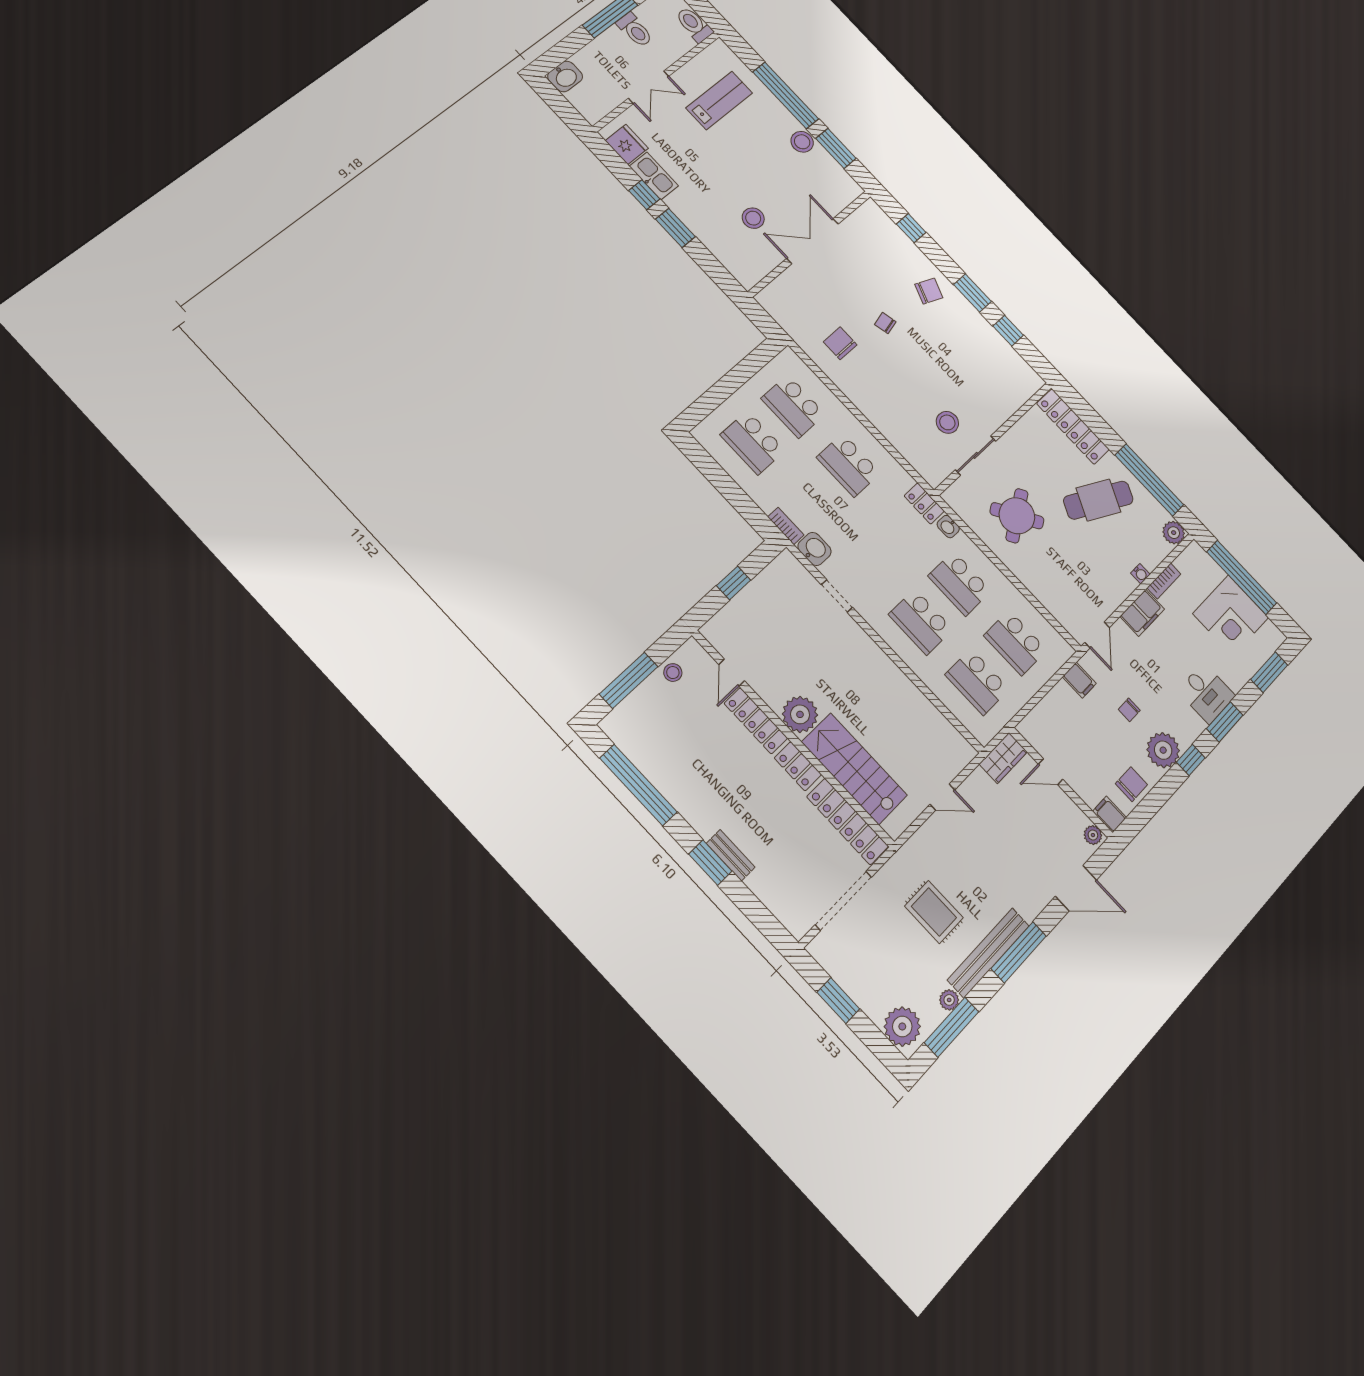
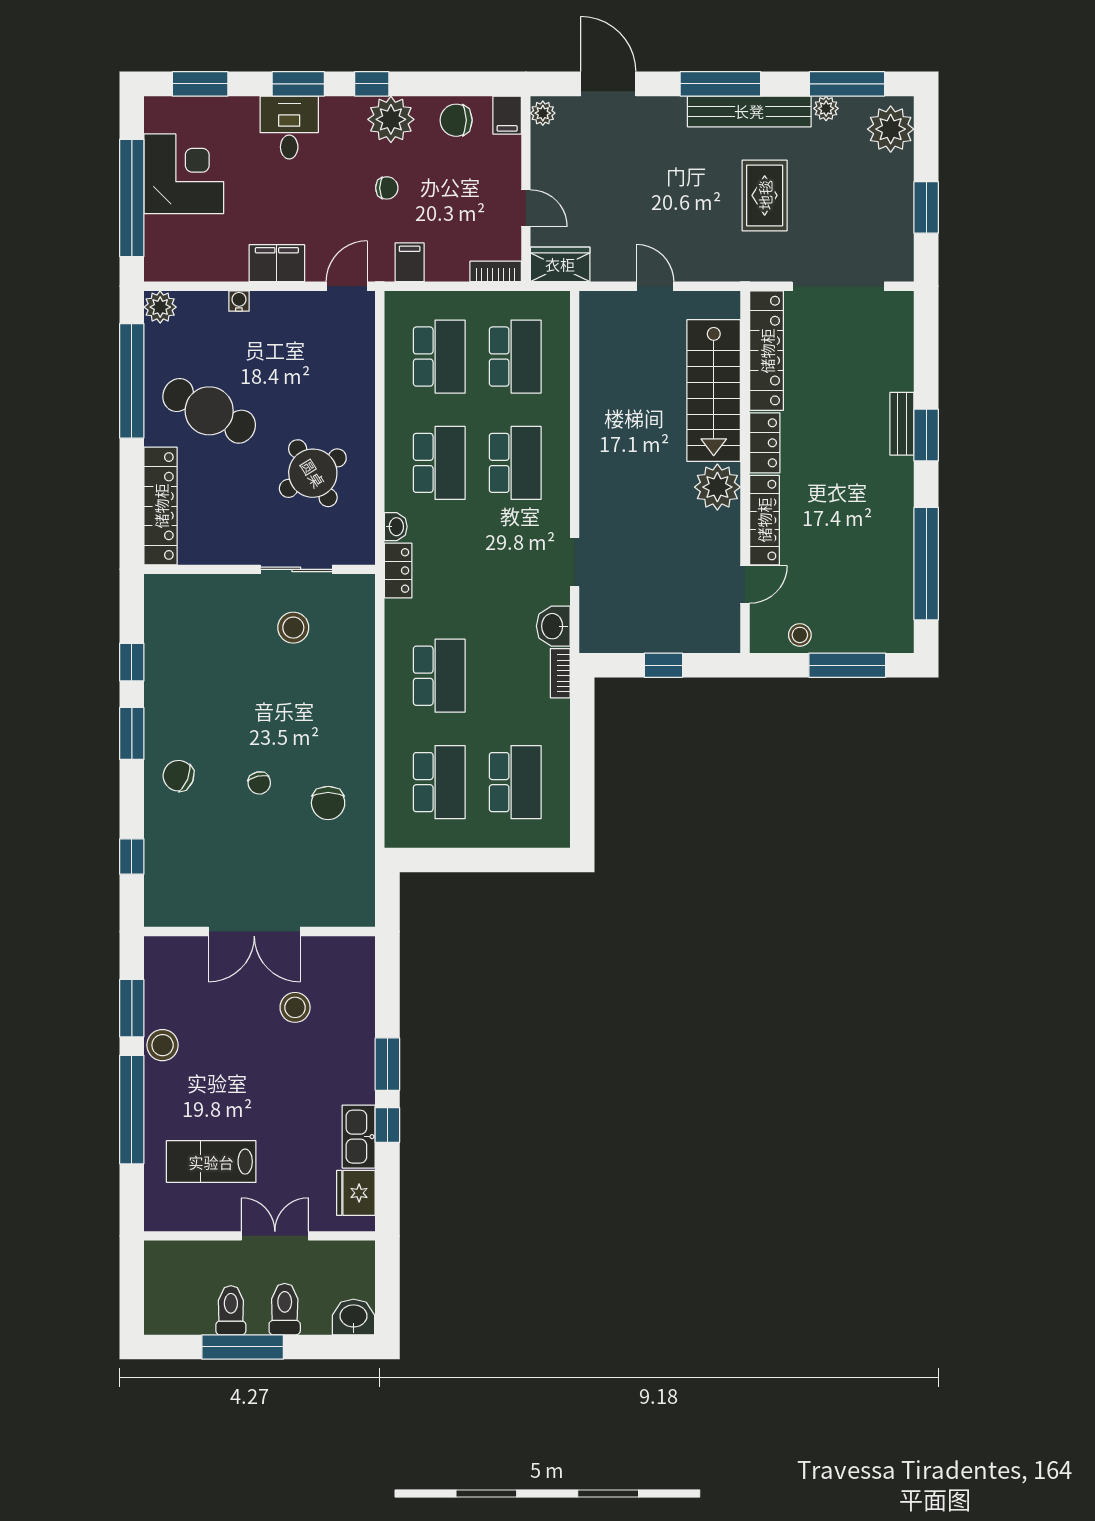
toilet: (694, 25) -> (285, 1309), moved, turned 180
bookcase: (1164, 581) -> (496, 271), moved

